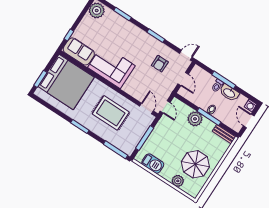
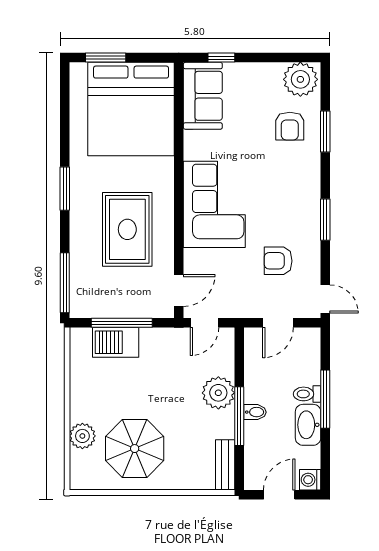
armchair: (112, 26) -> (290, 126), added
corner sofa: (111, 67) -> (214, 204), moved
barbecue: (153, 164) -> (116, 342), moved, turned 90

